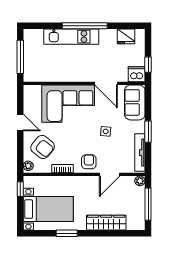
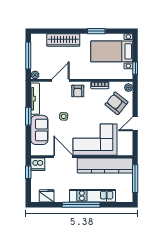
kitchen counter: (56, 73) -> (105, 165), added
sofa: (135, 102) -> (39, 130), moved
door: (20, 123) -> (135, 124), hinge flipped

